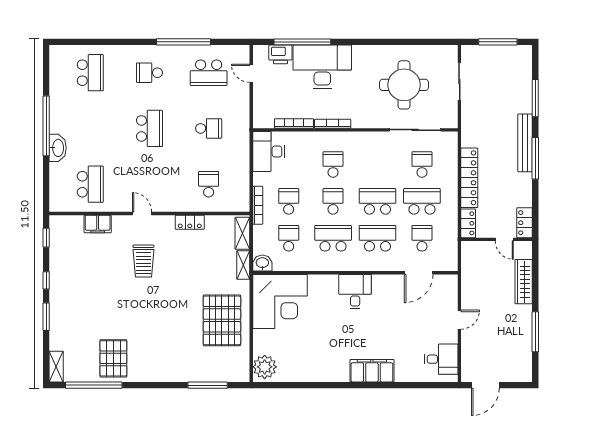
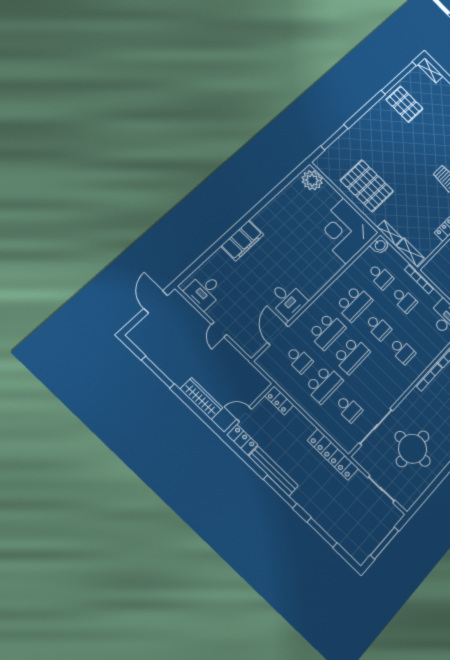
bench: (525, 143) -> (273, 471), moved
locker: (469, 178) -> (333, 455), moved
desk: (355, 292) -> (288, 300), moved

